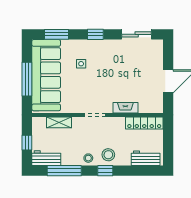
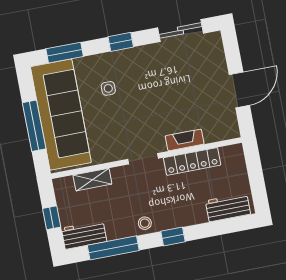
locker: (144, 123) -> (192, 161), moved
stool: (108, 155) -> (173, 213), removed

